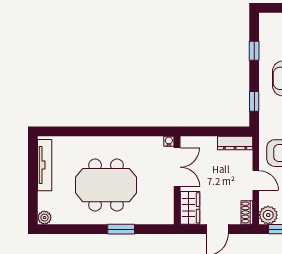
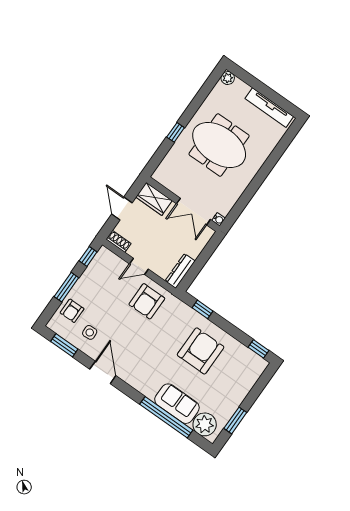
window: (254, 51) -> (259, 349), moved
meeting table: (106, 185) -> (219, 145), turned 90
plant: (268, 215) -> (104, 257), removed
window: (121, 229) -> (176, 132), width x0.67

